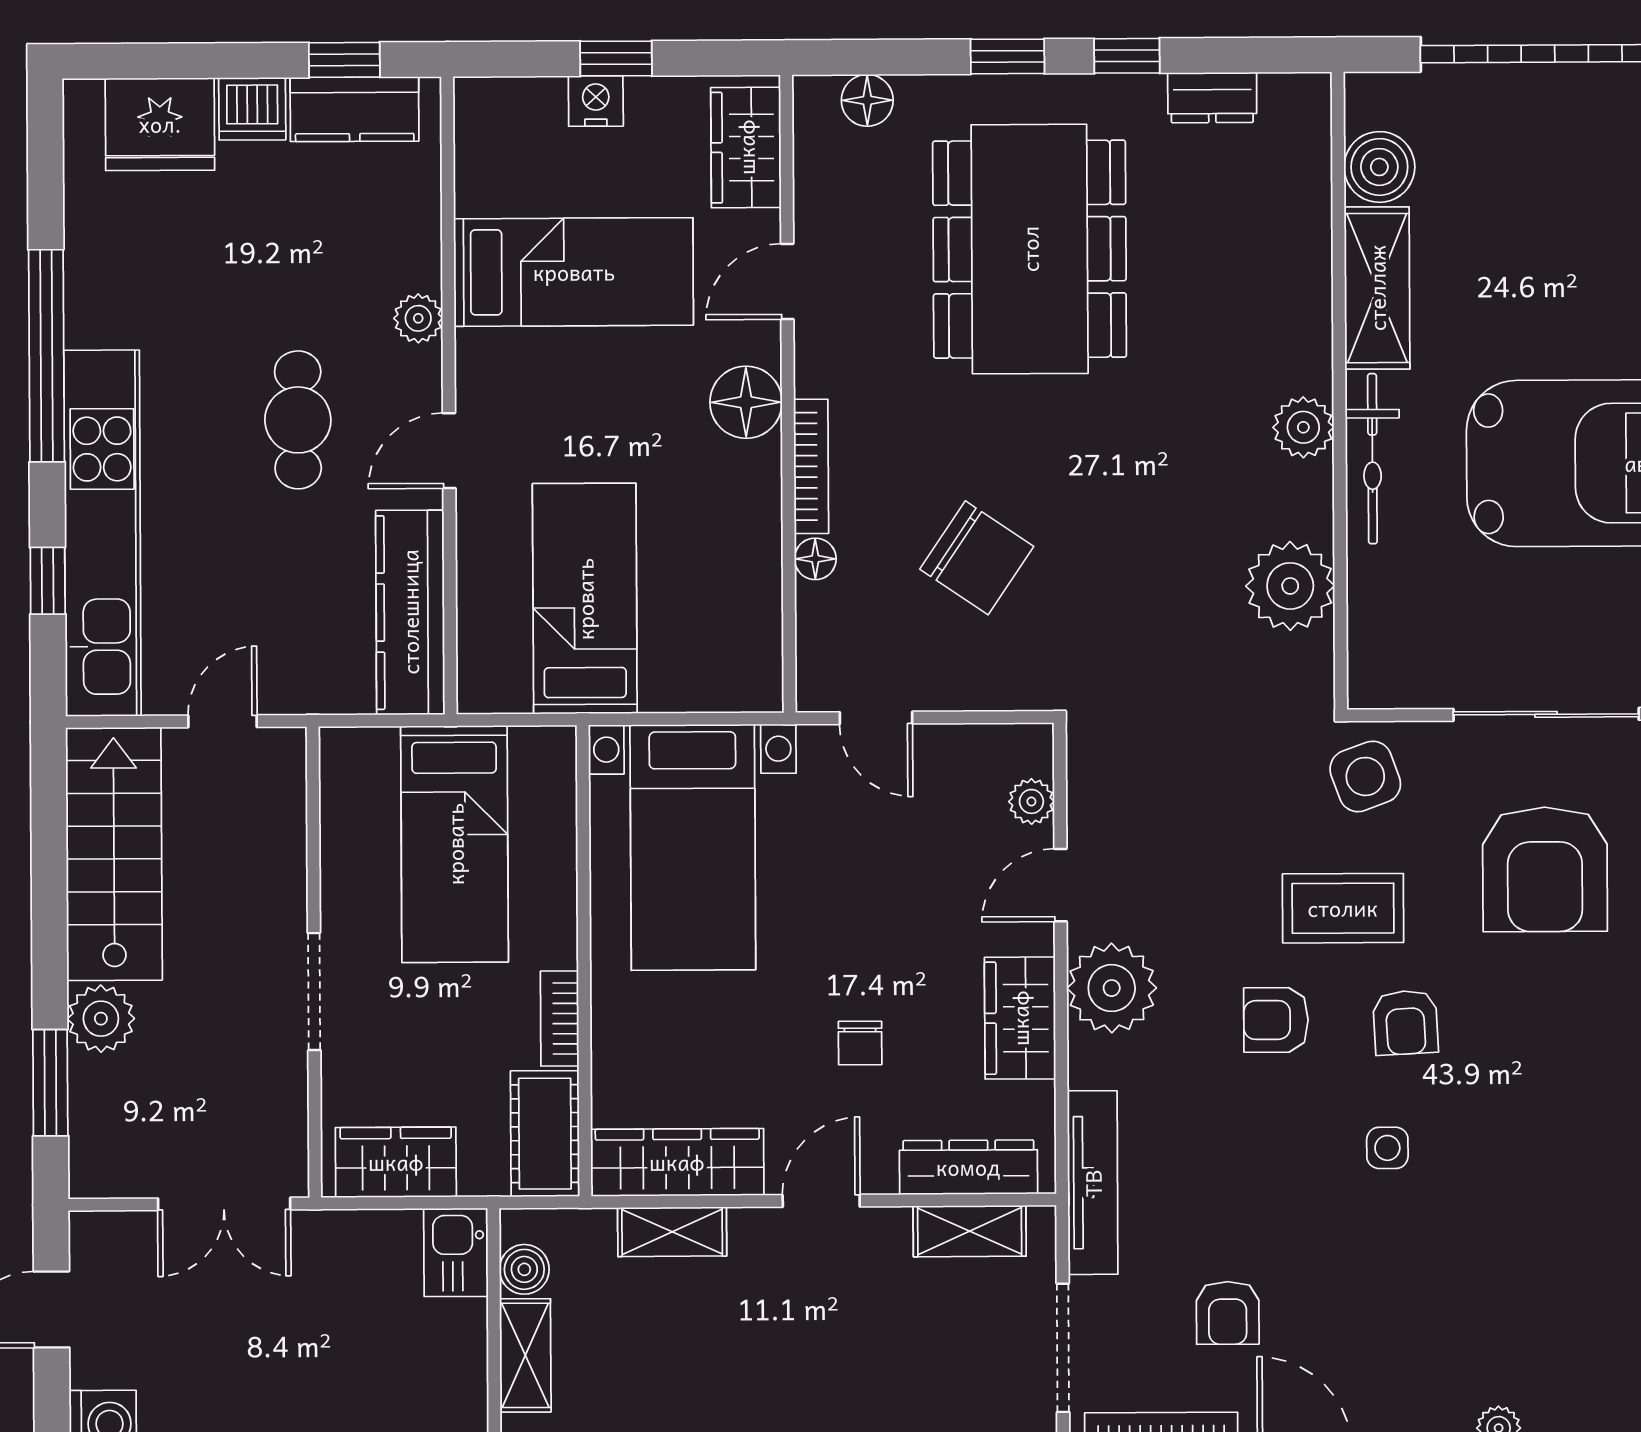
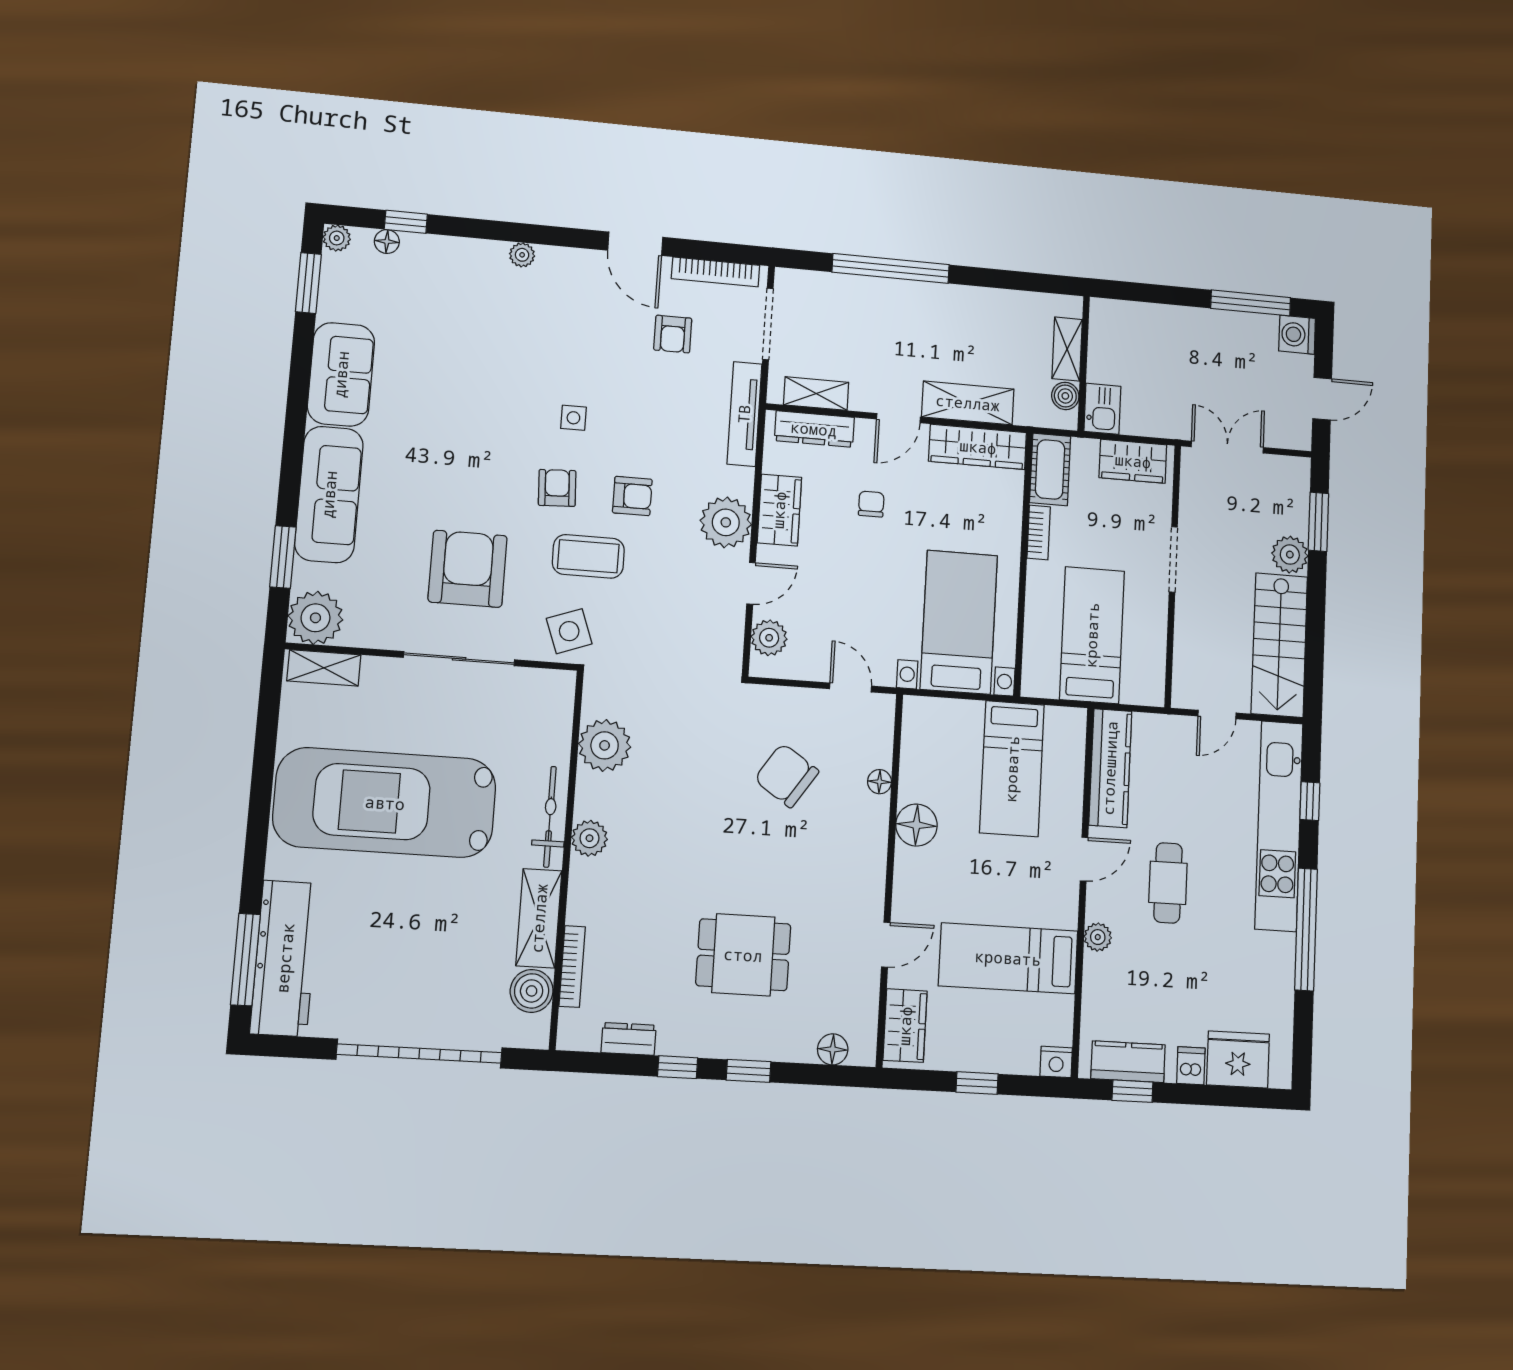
nightstand: (596, 101) -> (1056, 1062), moved
dishwasher: (252, 109) -> (1191, 1066), width x0.73
dining table: (1030, 249) -> (743, 955), width x0.53, depth x0.80
floor lamp: (746, 402) -> (916, 825), moved
bookcase: (811, 466) -> (572, 966), moved, turned 180
plant: (1031, 801) -> (769, 638), width x1.38, depth x1.38
shelving: (672, 1232) -> (968, 403), width x1.50, depth x1.33
armchair: (1228, 1313) -> (673, 334), turned 180

